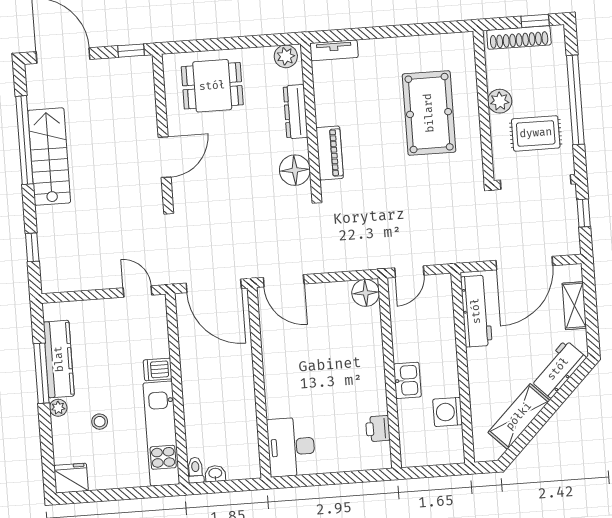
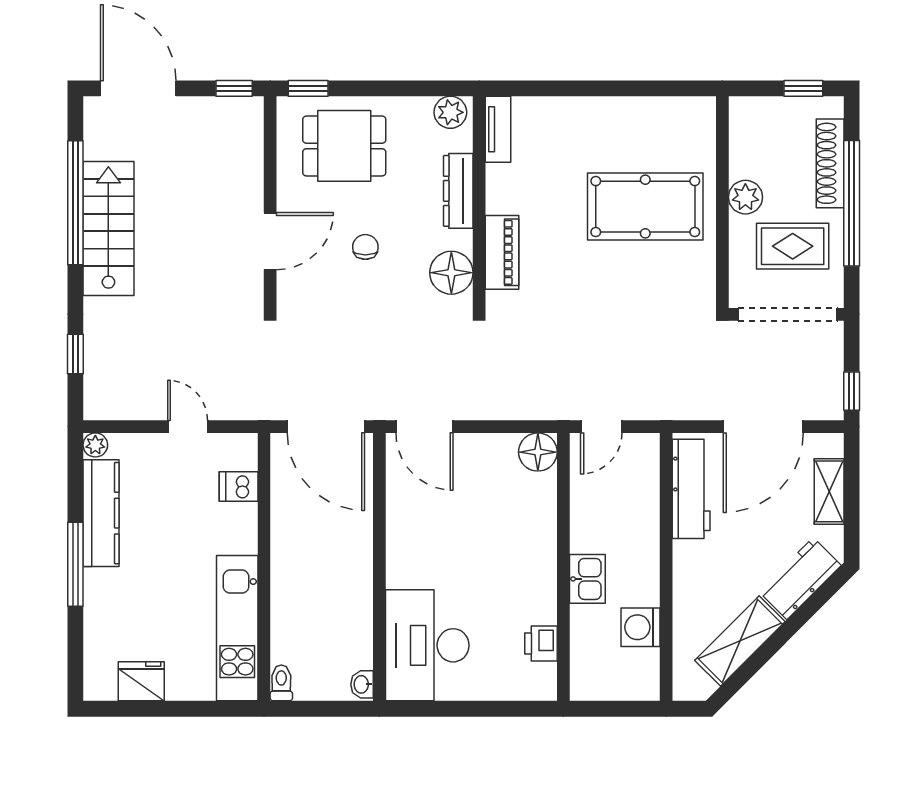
shoe rack: (519, 37) -> (830, 163), moved, turned 90
window: (184, 47) -> (308, 88), added
tv unit: (334, 50) -> (498, 129), moved, turned -90
pool table: (429, 113) -> (645, 207), turned 90
chair: (232, 156) -> (365, 247), added
window: (584, 213) -> (852, 391), moved
door: (138, 291) -> (188, 427), moved
dishwasher: (158, 369) -> (239, 487), moved
window: (41, 373) -> (75, 564), moved
plant: (58, 408) -> (95, 445), moved
stool: (100, 422) -> (152, 605), removed
desk: (291, 447) -> (427, 645), width x1.36, depth x1.30
washbasin: (215, 474) -> (362, 684), moved, turned -90
fridge: (71, 478) -> (141, 681), moved

